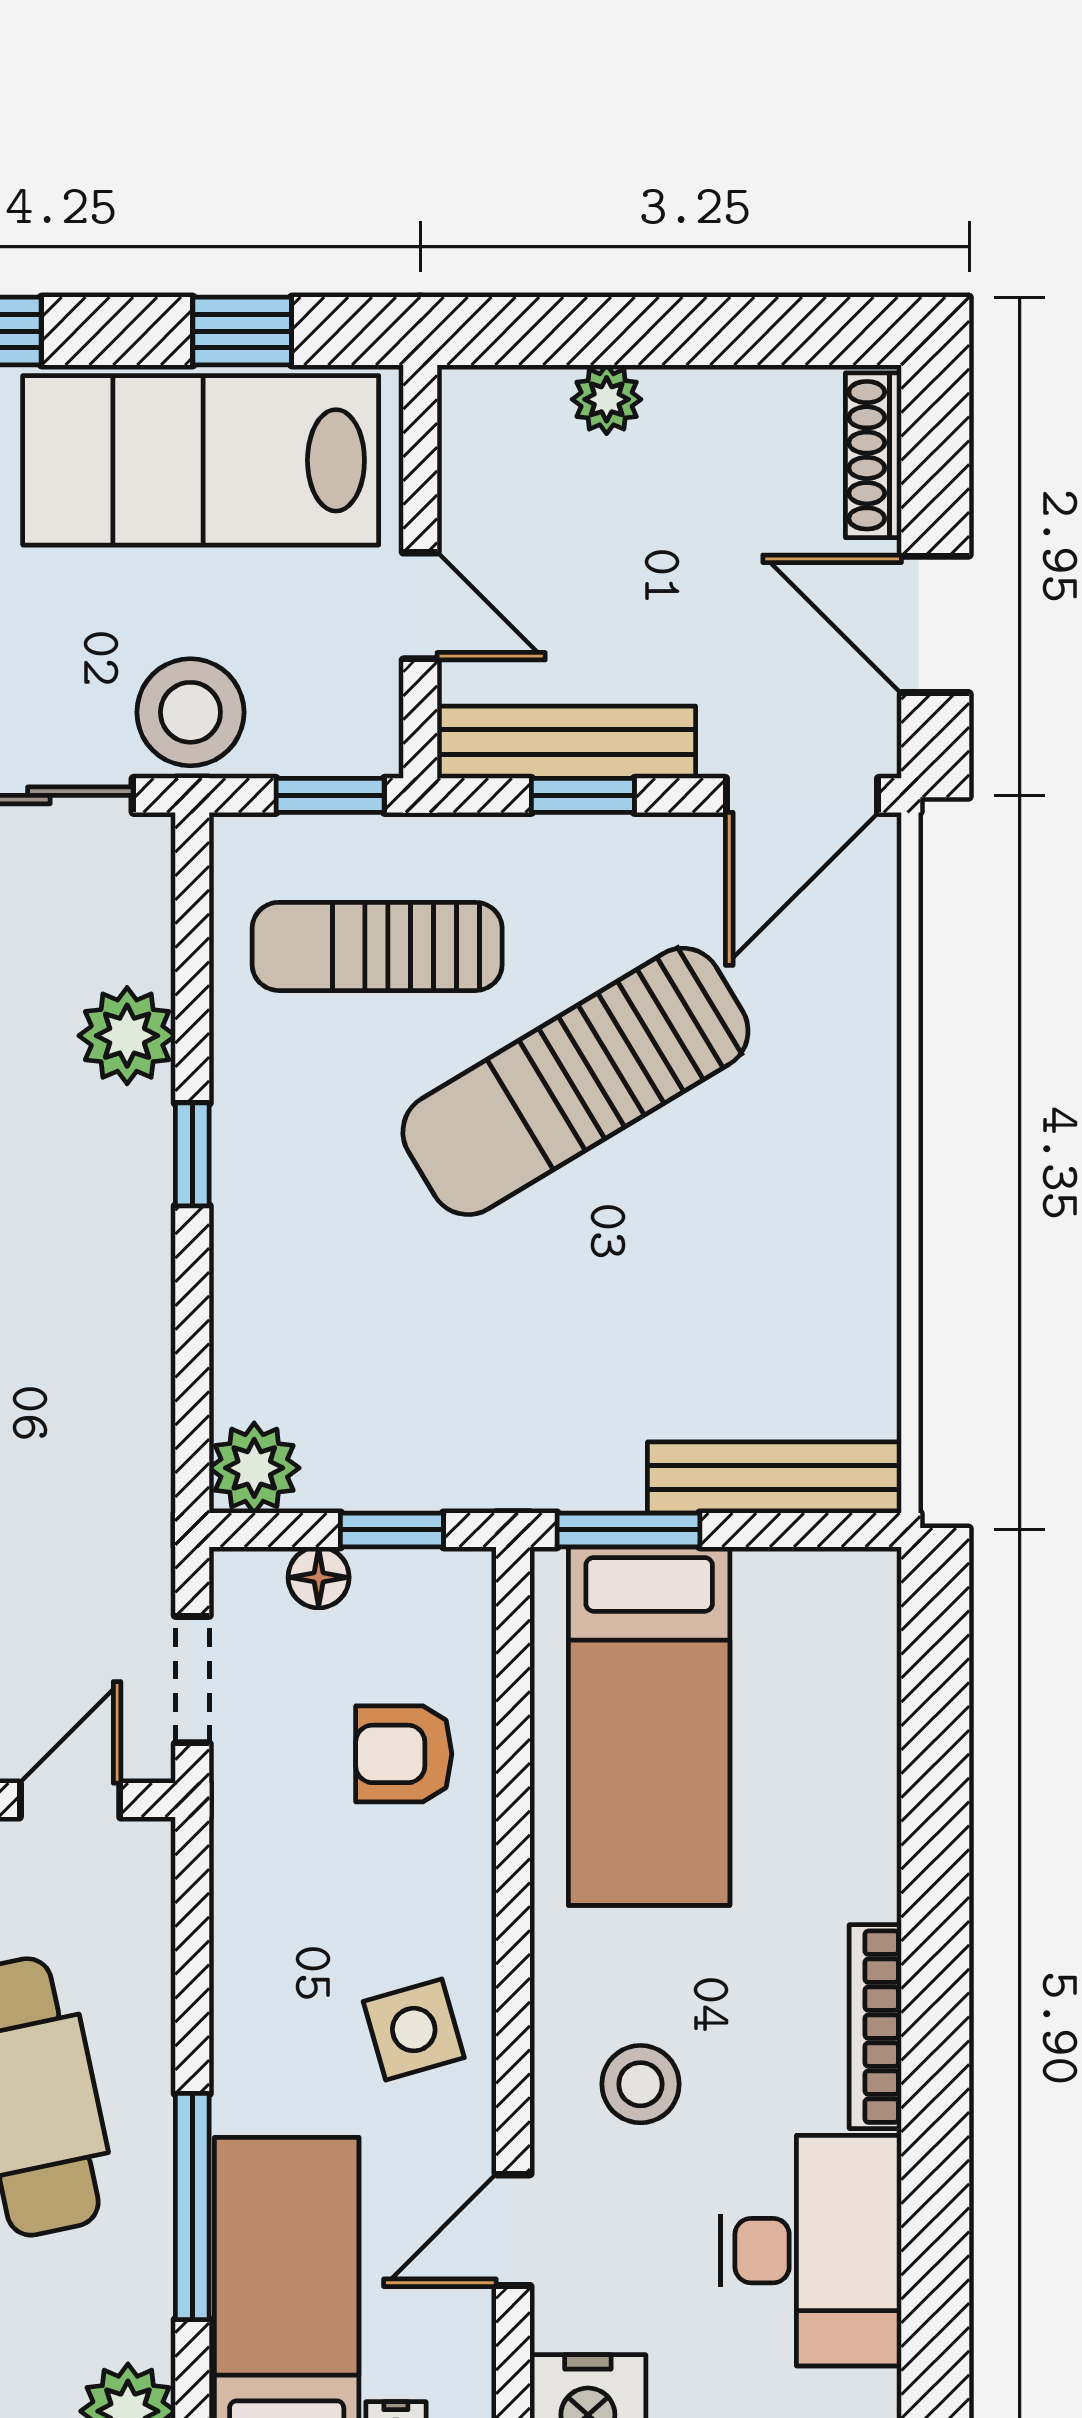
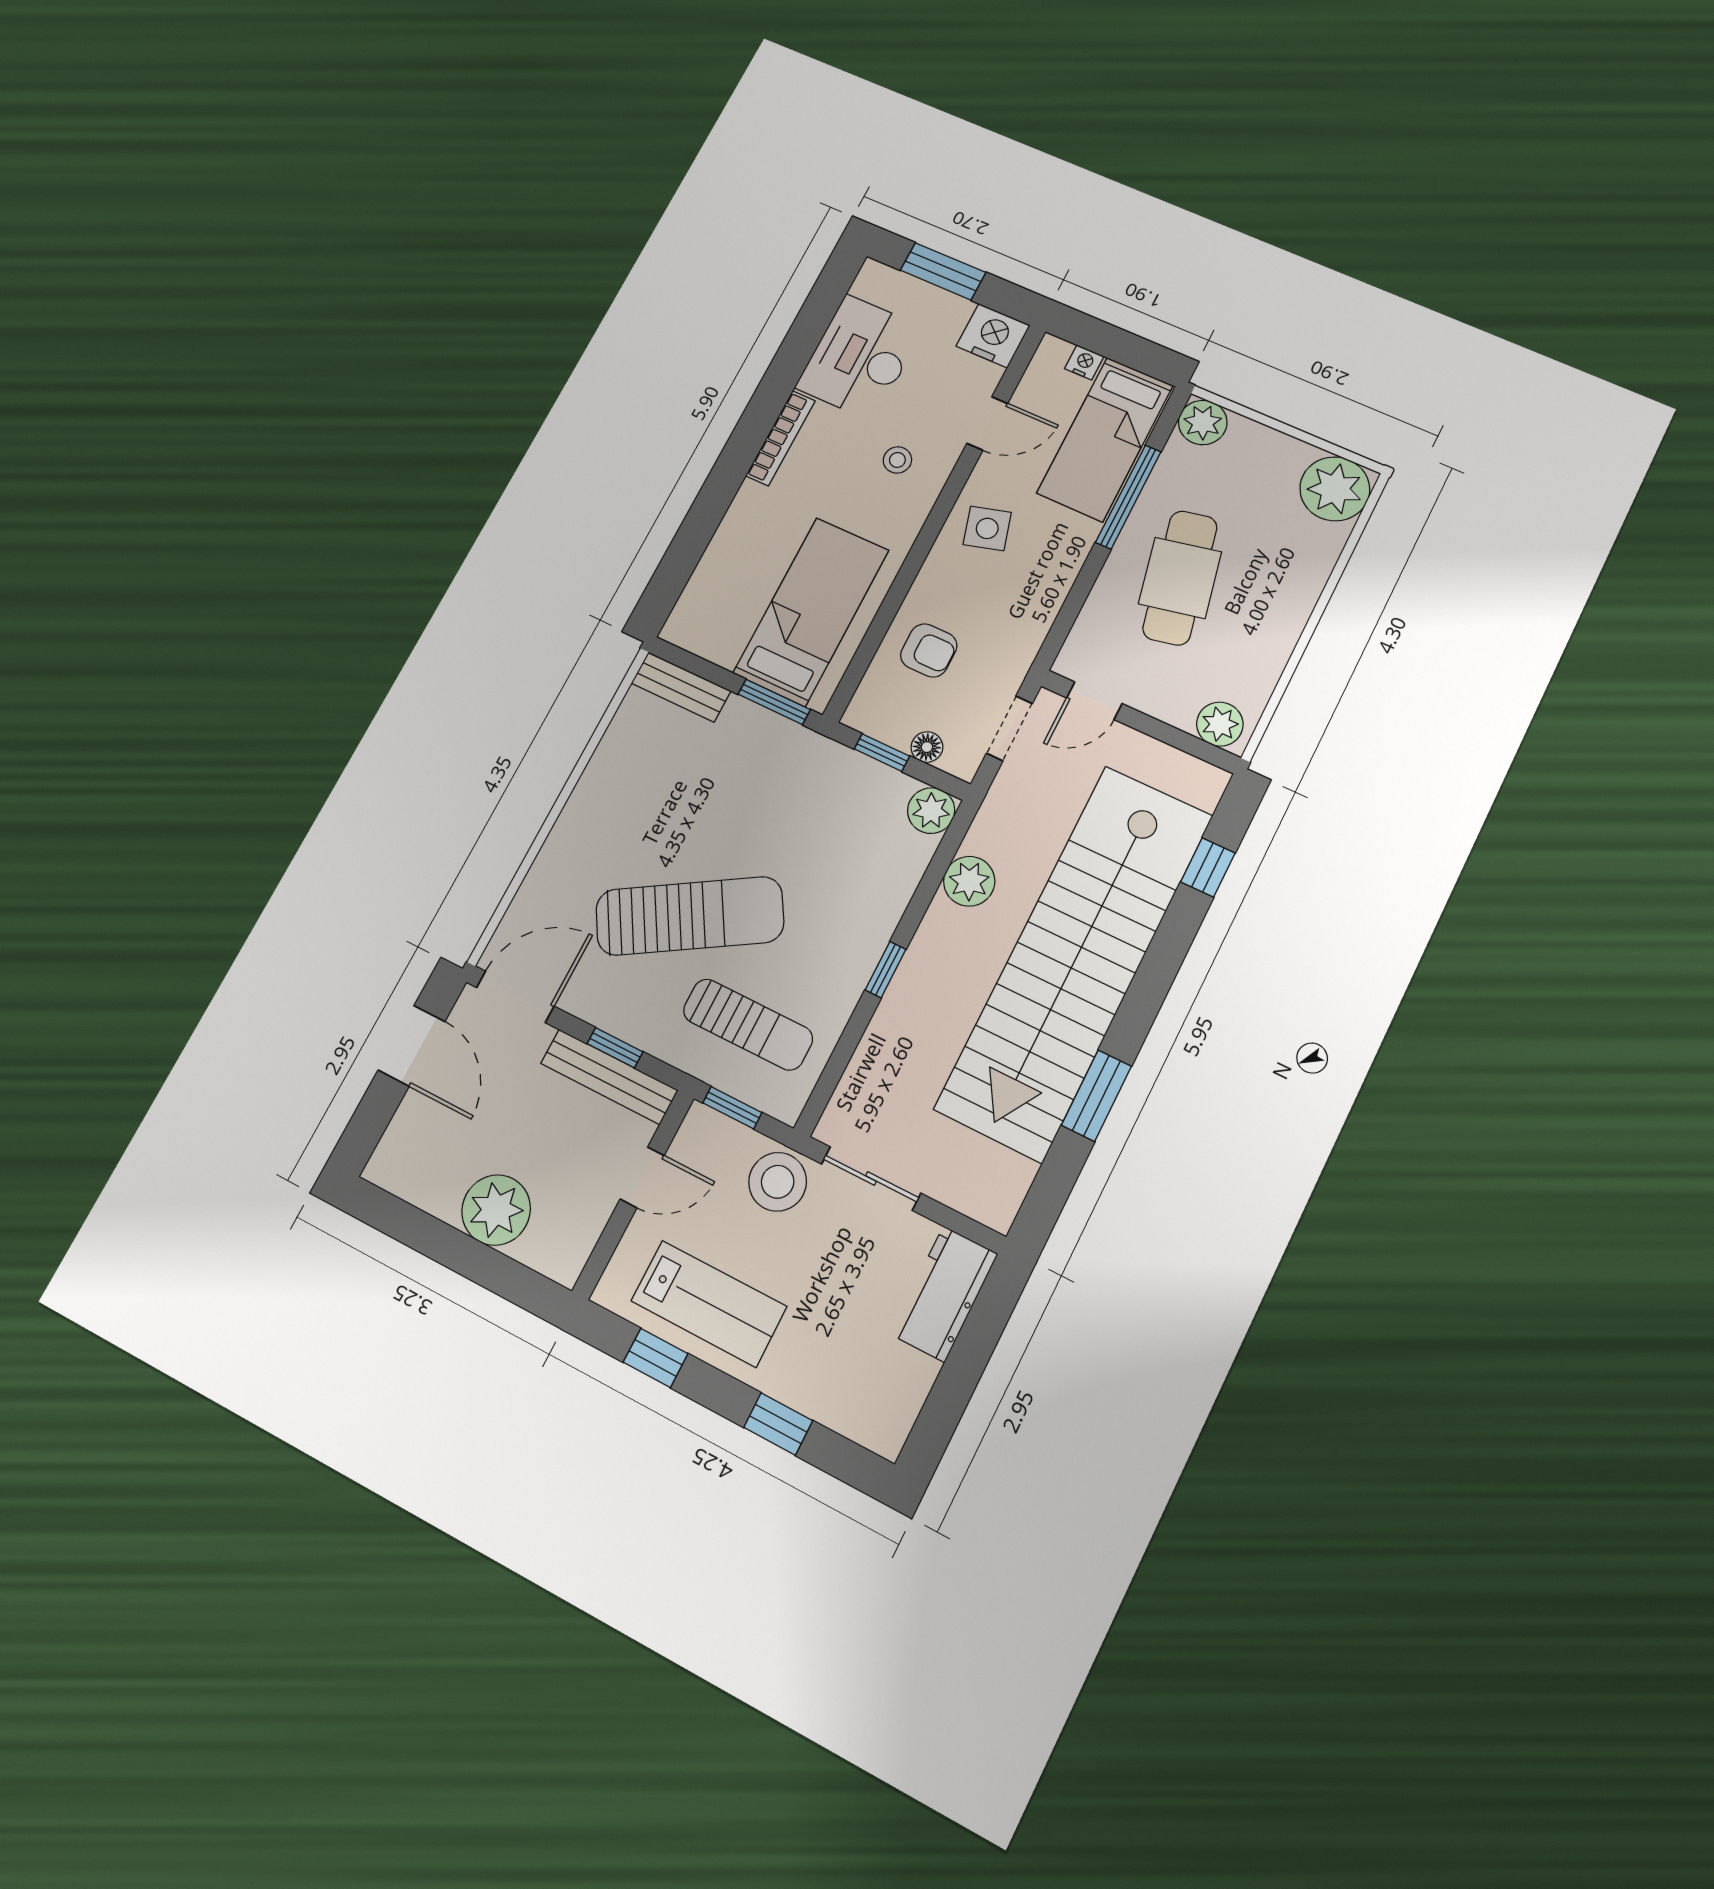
plant: (607, 399) -> (496, 1210), width x1.87, depth x1.87
shoe rack: (873, 455) -> (395, 1140), removed
lab bench: (201, 460) -> (709, 1304), width x0.73, depth x0.72
door: (420, 606) -> (642, 1177), swing flipped
plant: (127, 1036) -> (969, 881), moved
bench: (774, 1477) -> (681, 687), width x0.73
stool: (641, 2084) -> (897, 460), width x0.73, depth x0.73

